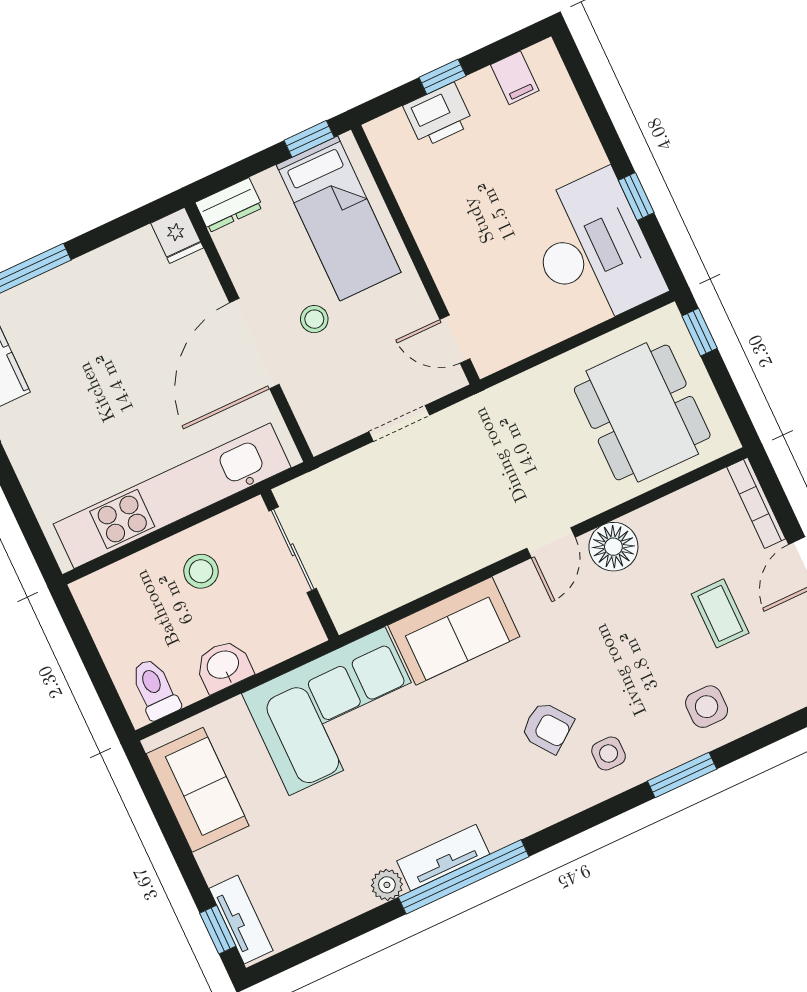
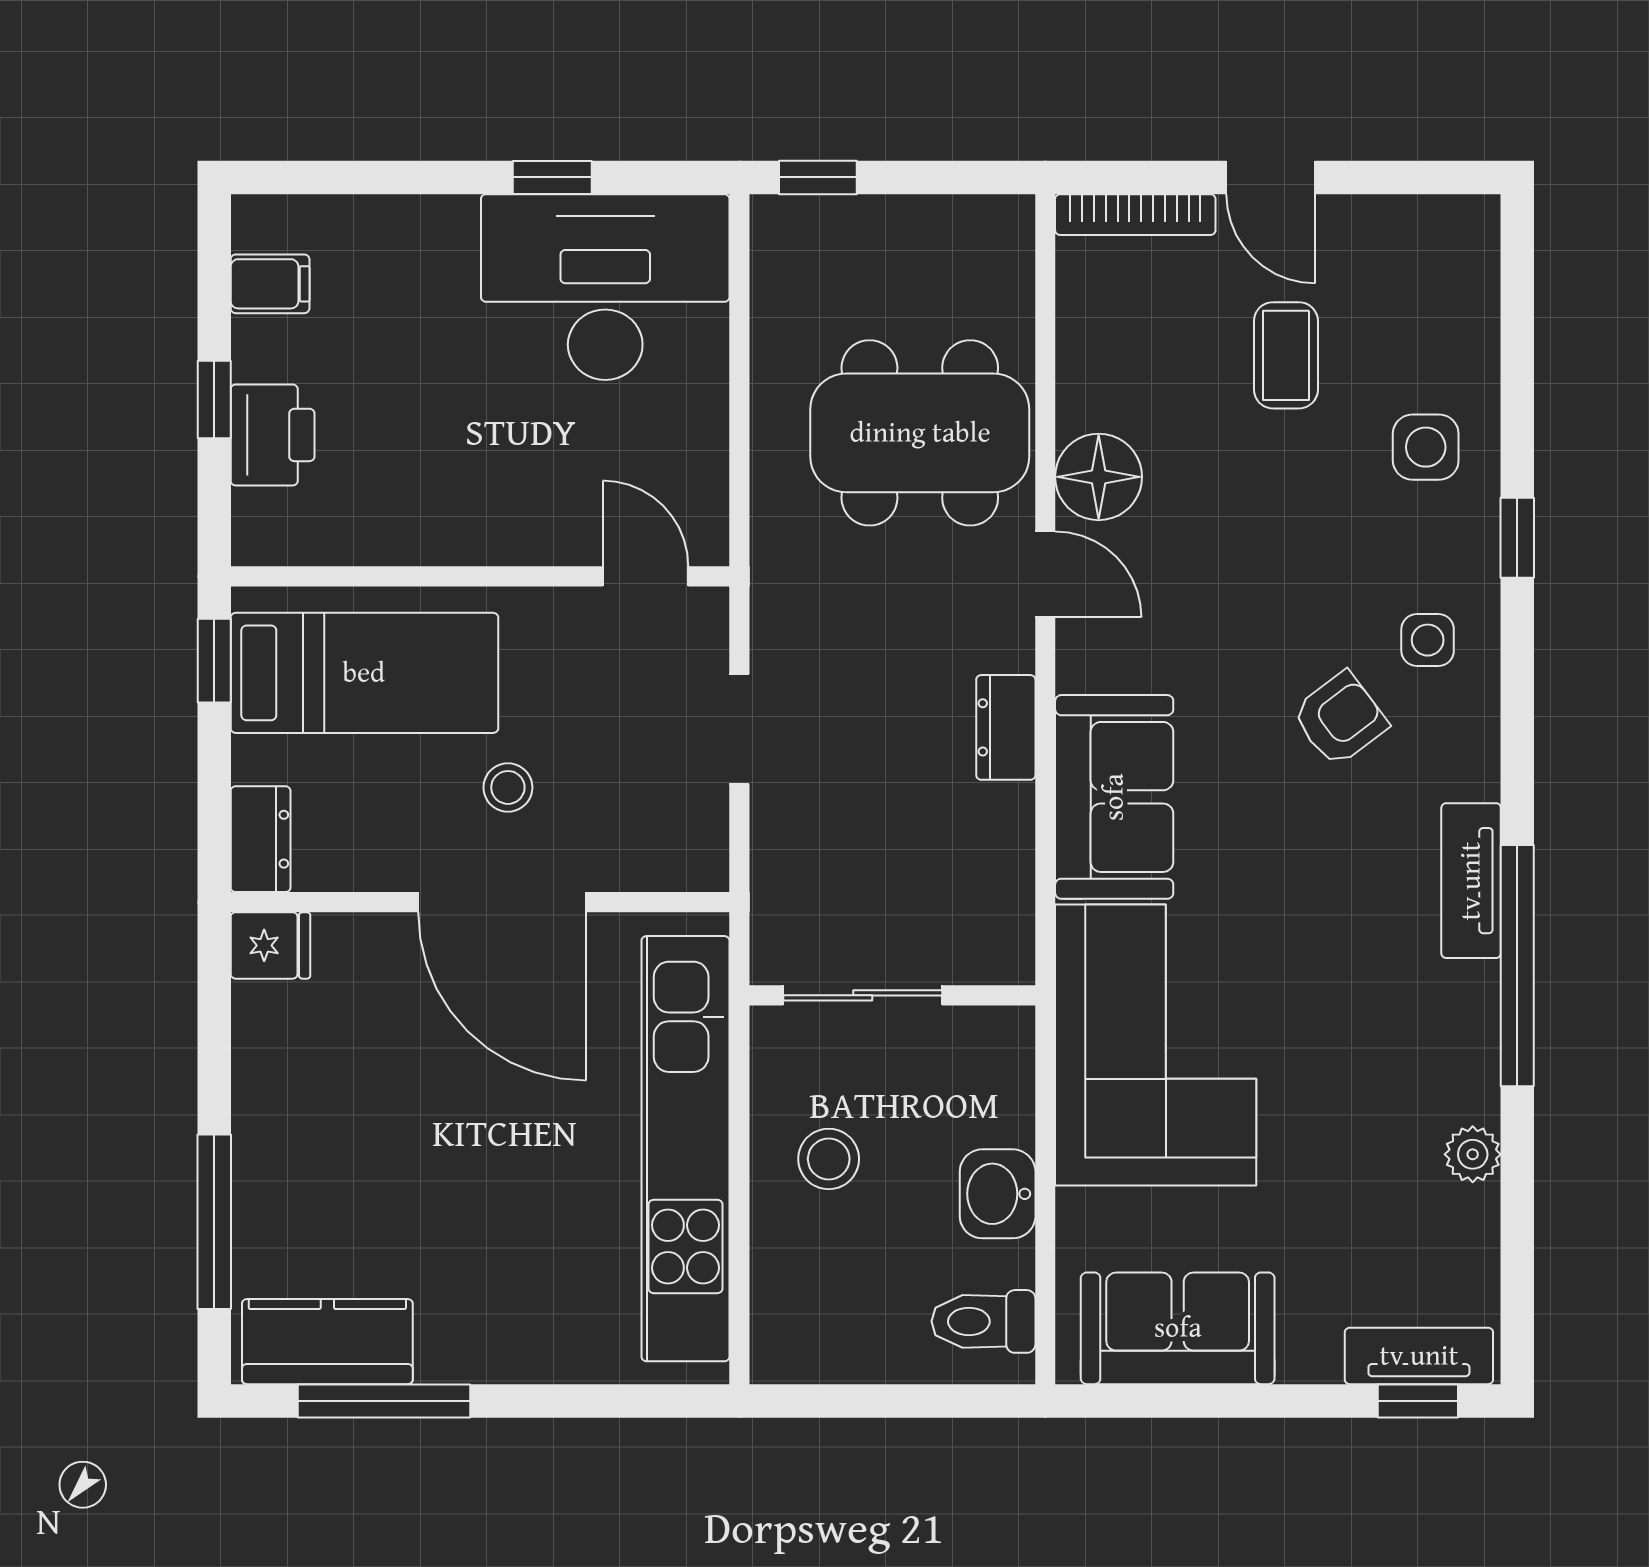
door: (455, 339) -> (646, 576), swing flipped
dining table: (642, 412) -> (920, 433), moved
dresser: (463, 559) -> (1006, 727), added
coffee table: (720, 613) -> (1286, 355), turned 90
window: (682, 775) -> (1517, 538), width x0.67
tv unit: (443, 858) -> (1471, 881), moved
plant: (387, 885) -> (1473, 1154), moved

